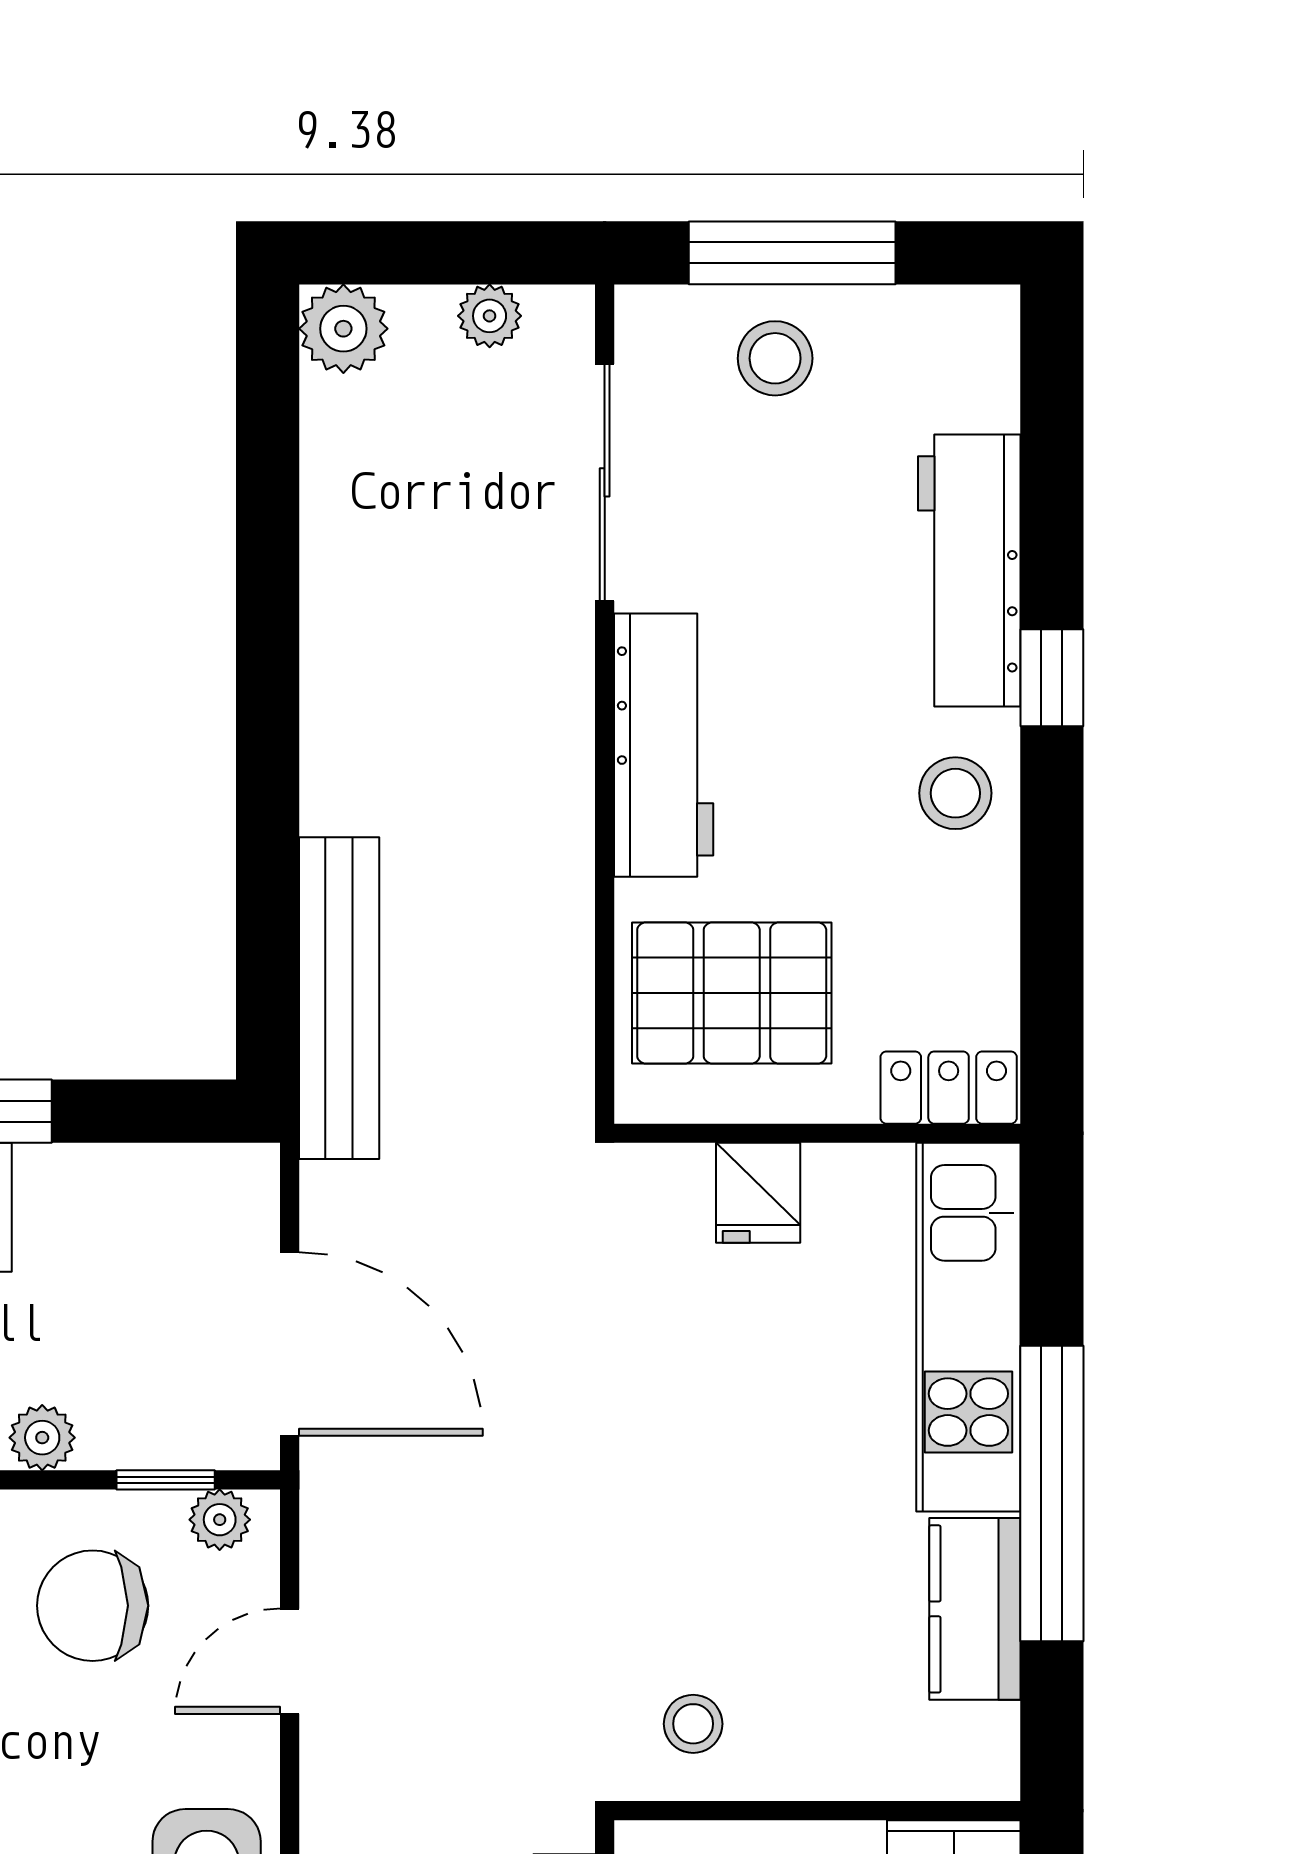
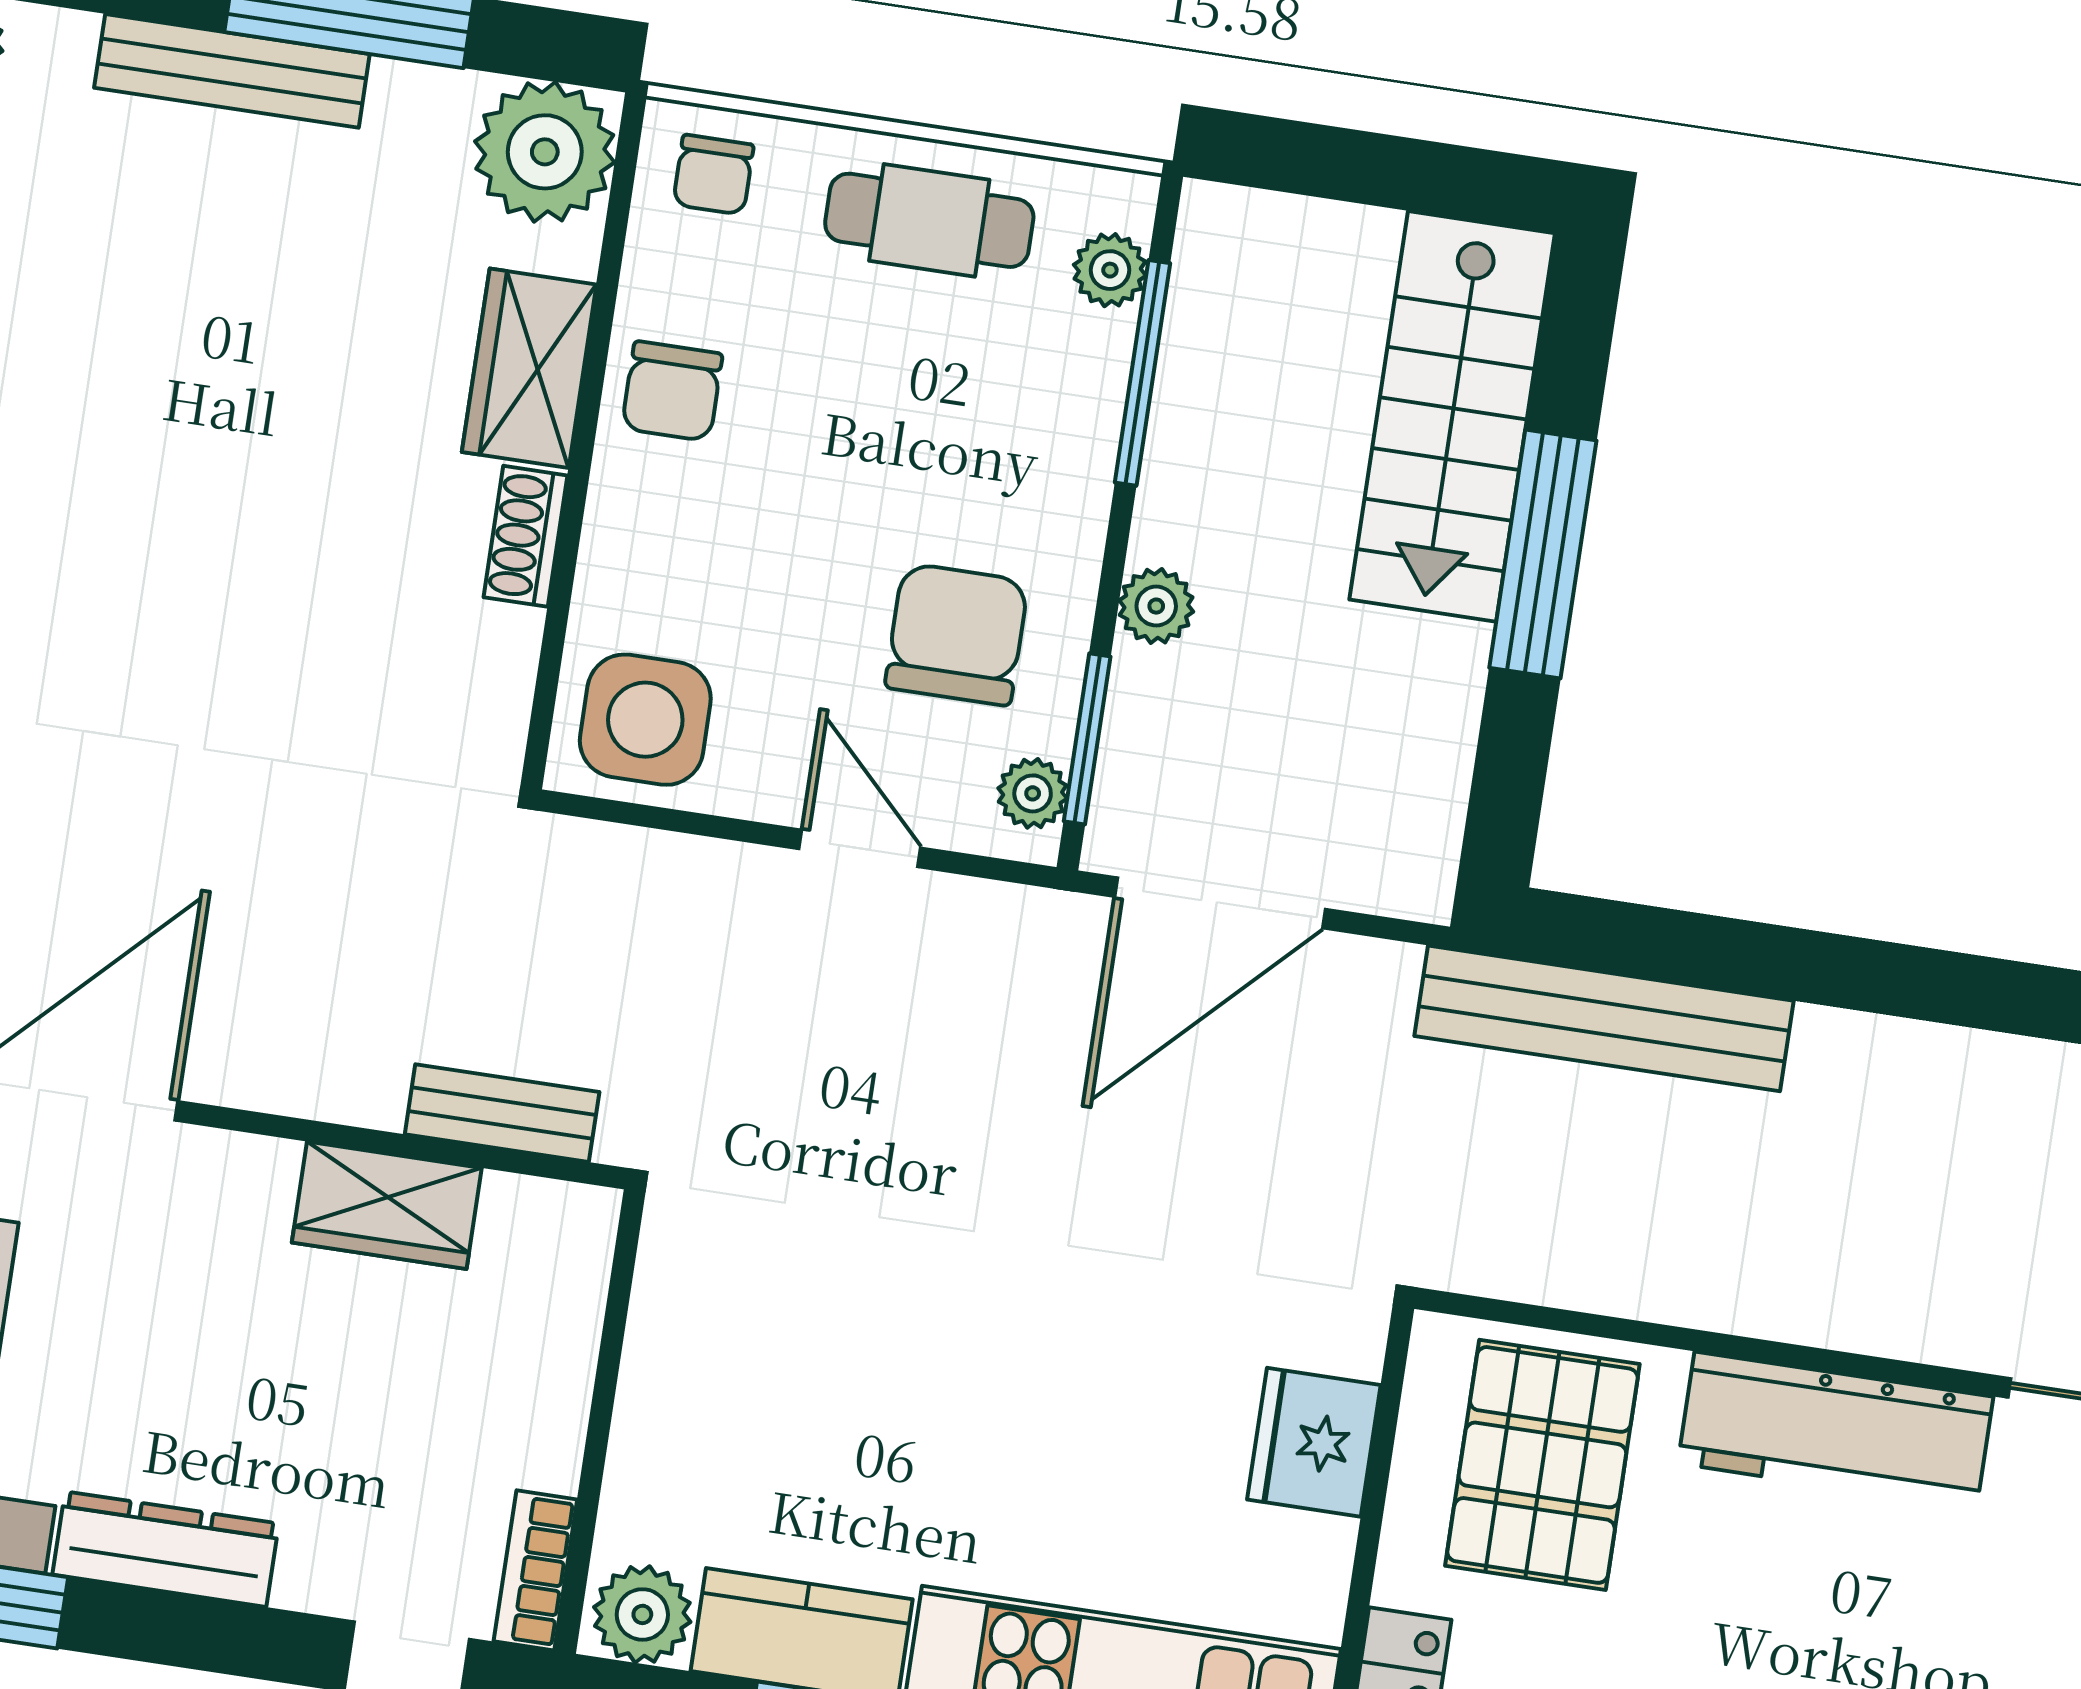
fridge: (758, 1193) -> (1314, 1442), width x1.38
window: (166, 1480) -> (1087, 739), width x1.50
stool: (693, 1724) -> (720, 1296), removed
plant: (978, 1749) -> (642, 1614), added

